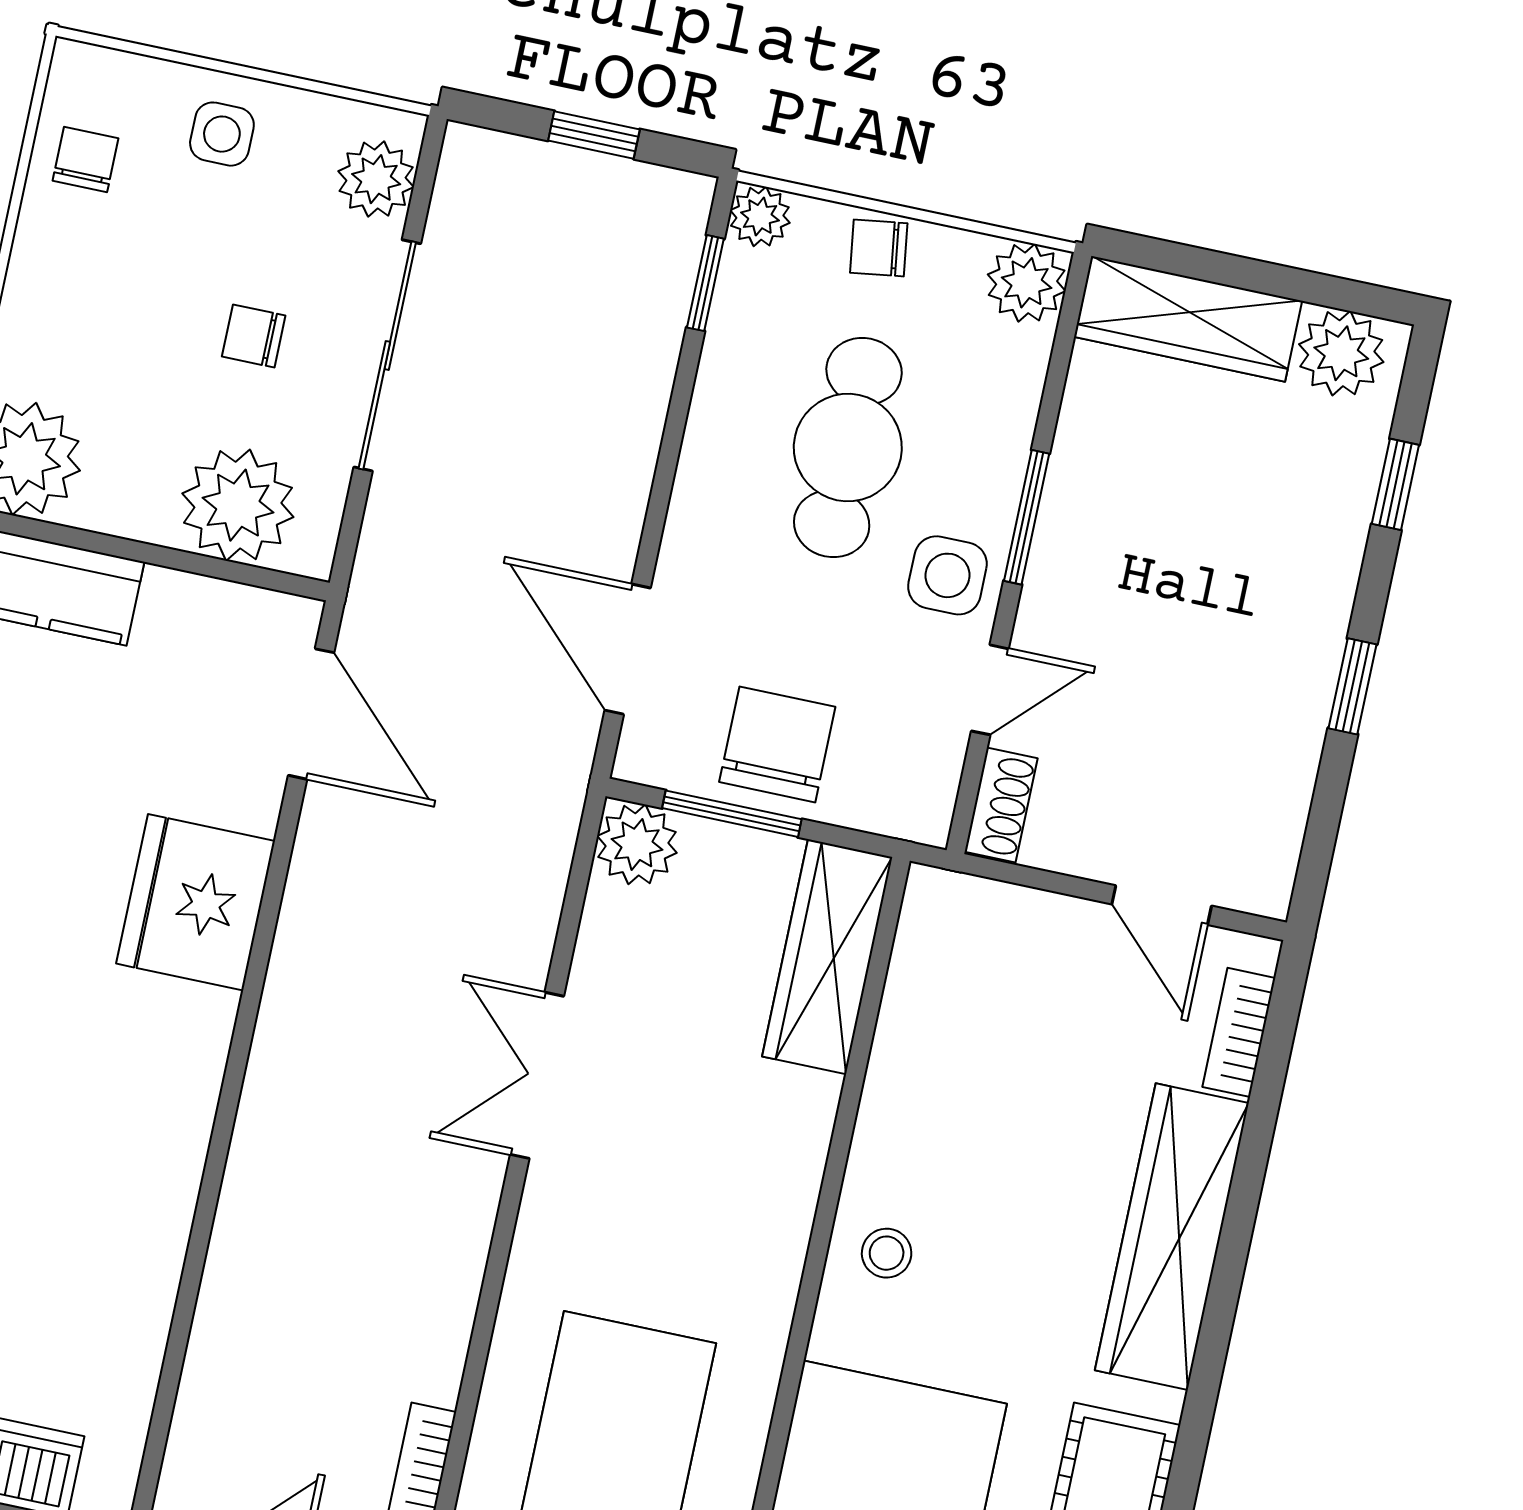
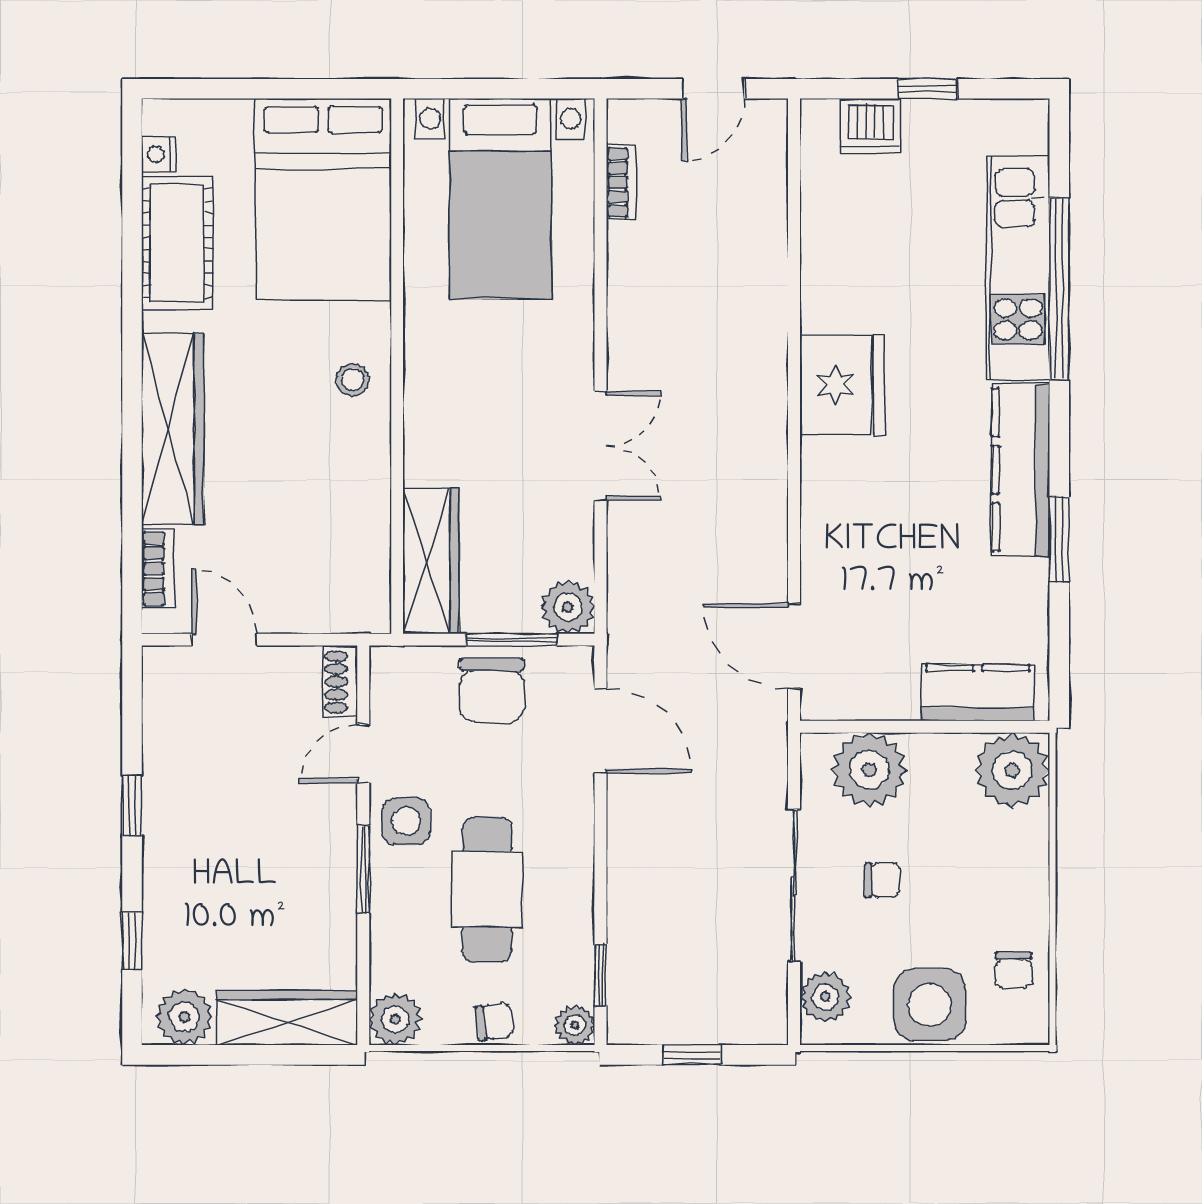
side table: (222, 134) -> (930, 1005), width x1.87, depth x1.87
fridge: (196, 902) -> (842, 385), moved

